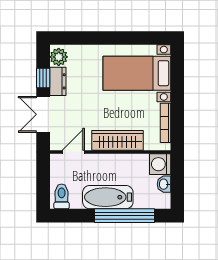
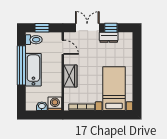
plant: (59, 57) -> (125, 38), removed
wardrobe: (118, 140) -> (70, 76), width x0.67
window: (43, 184) -> (42, 28), added
window: (124, 216) -> (21, 65), moved

